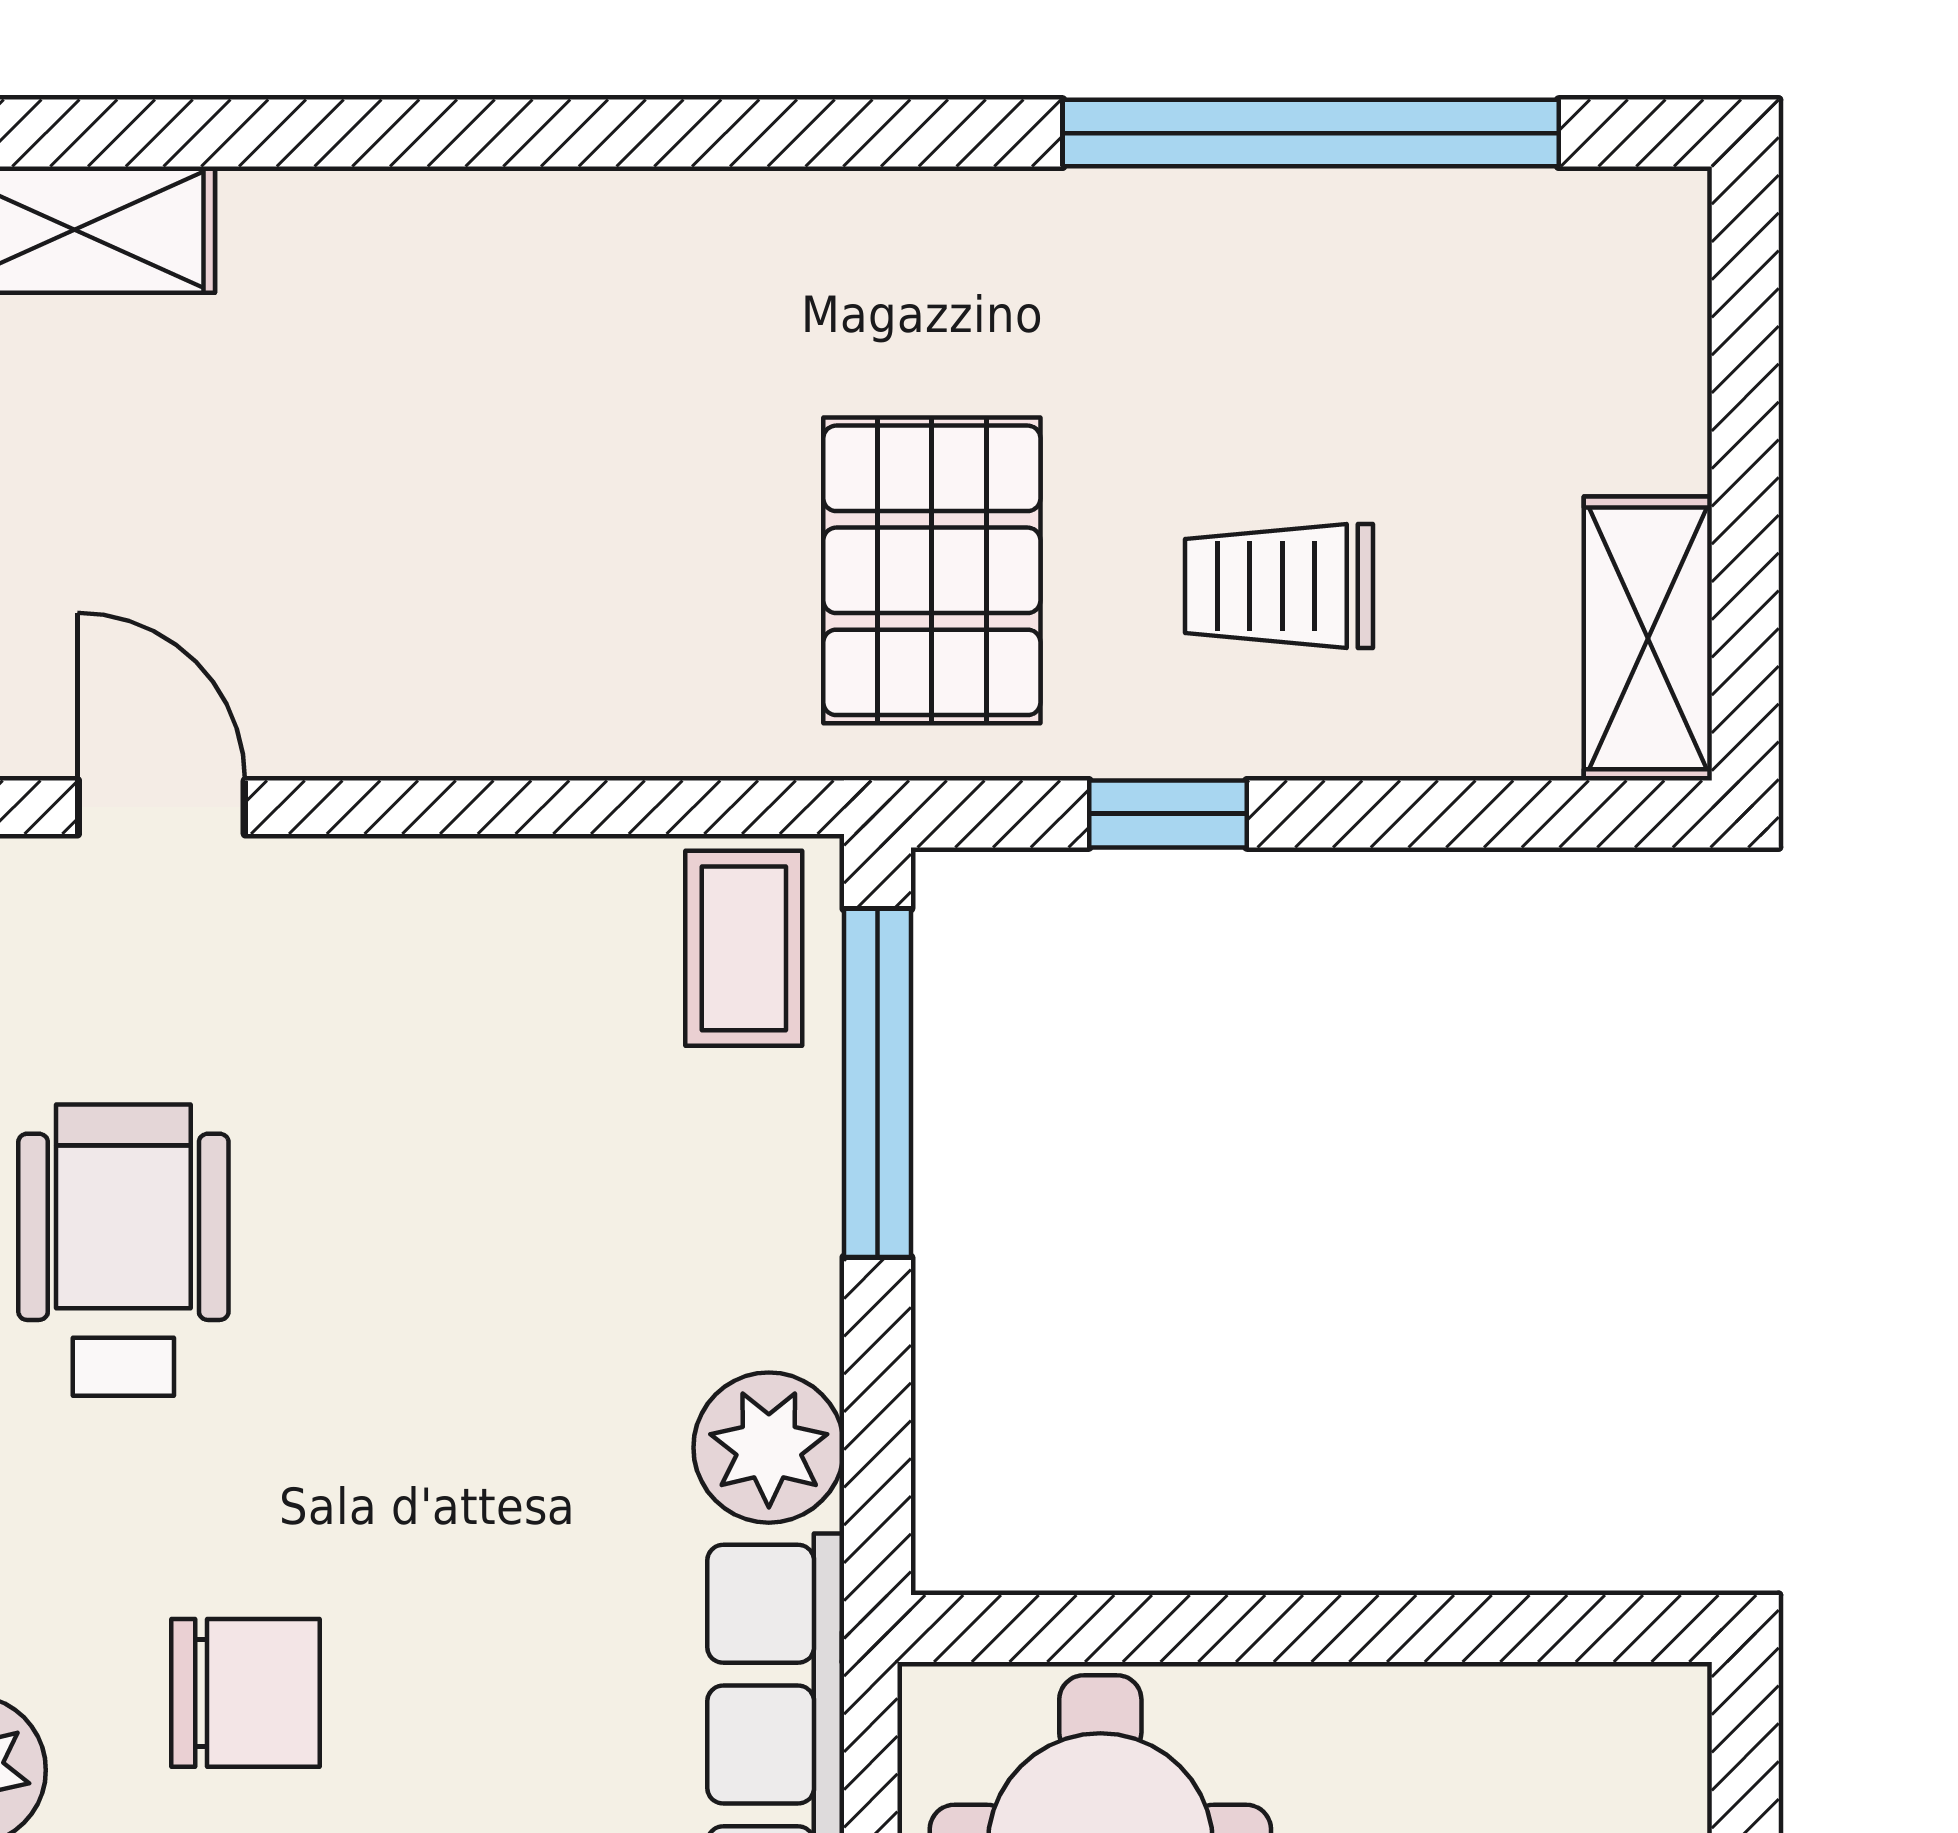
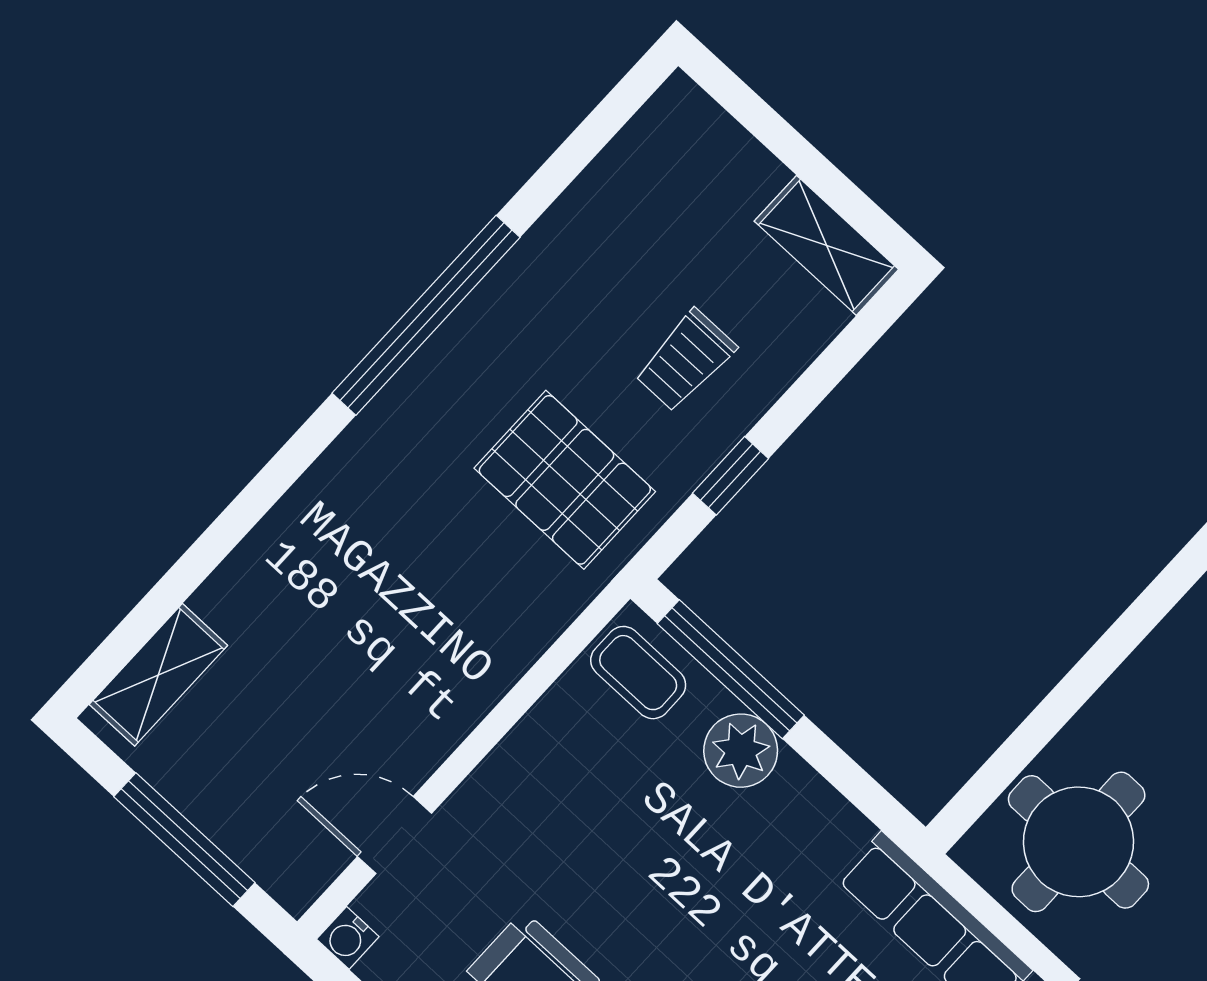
window: (1311, 133) -> (426, 315), moved
plant: (769, 1448) -> (741, 751), moved

